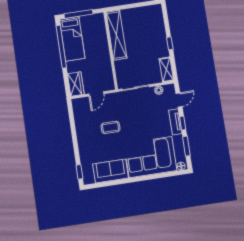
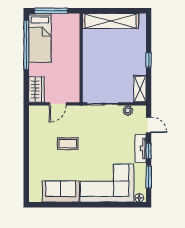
shelving: (116, 35) -> (111, 21), moved, turned 90
door: (179, 100) -> (149, 125), hinge flipped
window: (79, 172) -> (26, 187), removed

